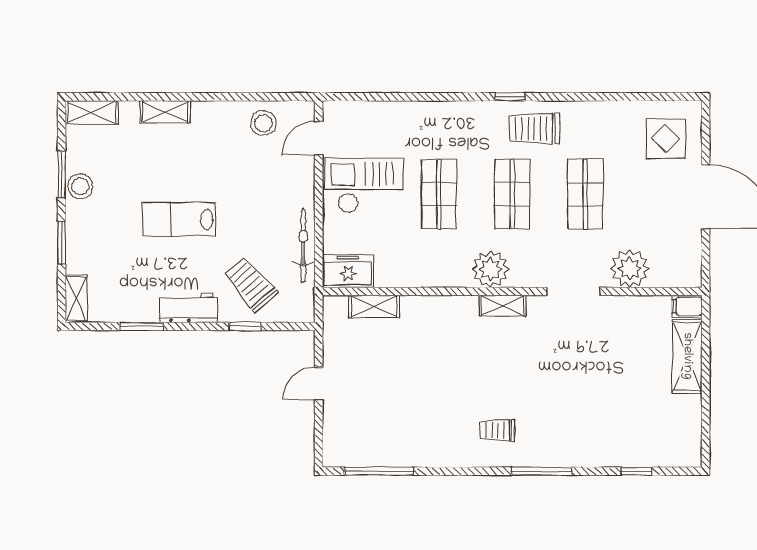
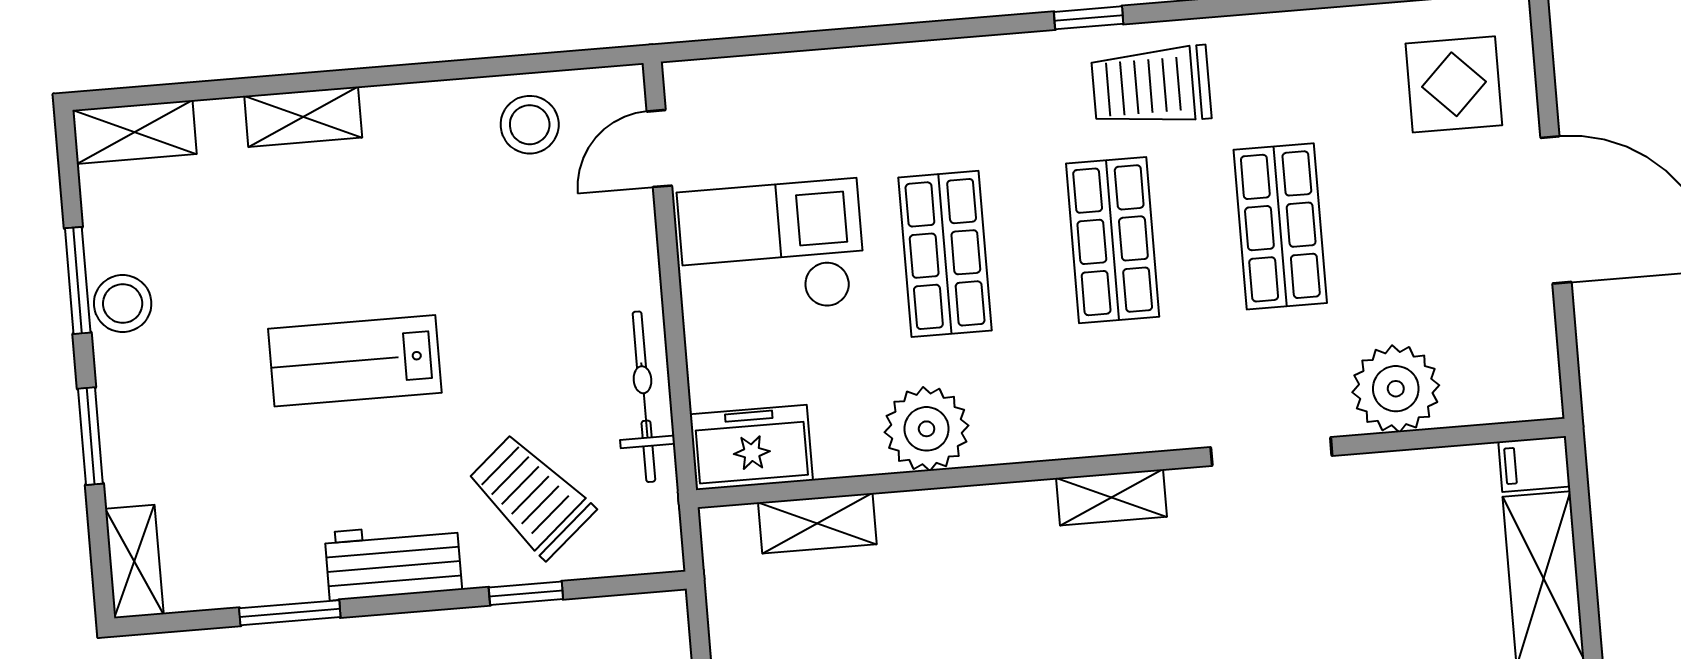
plant: (490, 269) -> (927, 429), moved

